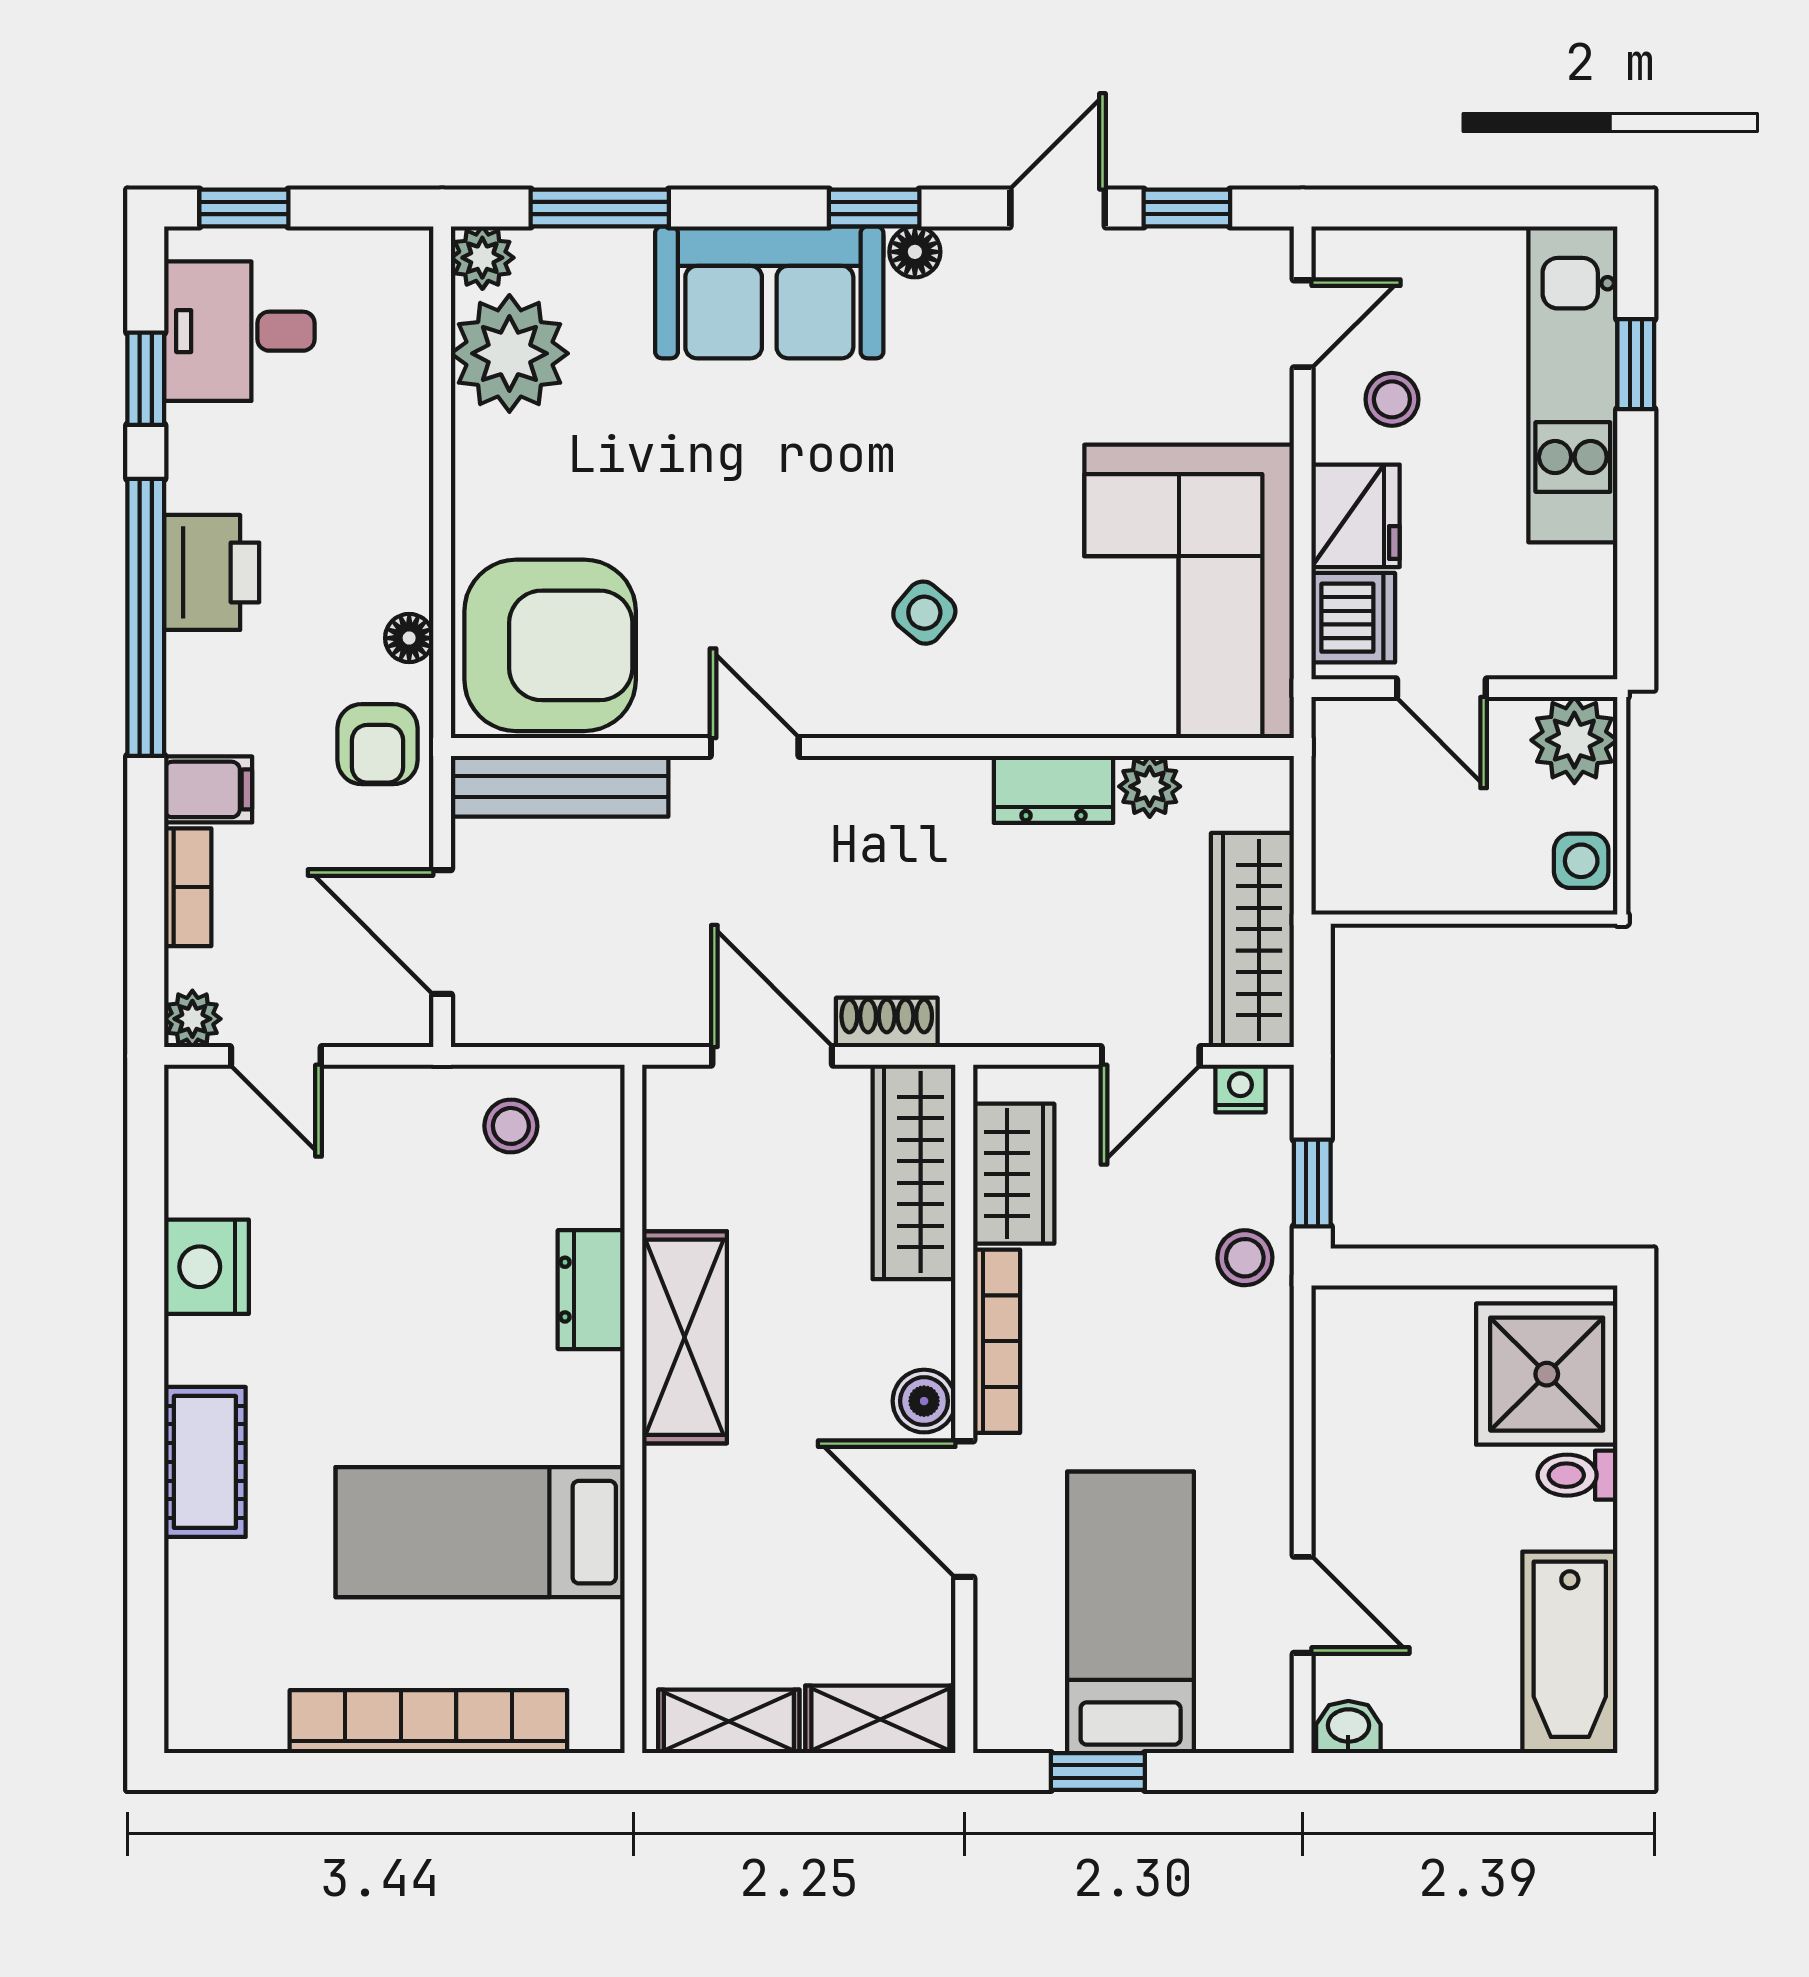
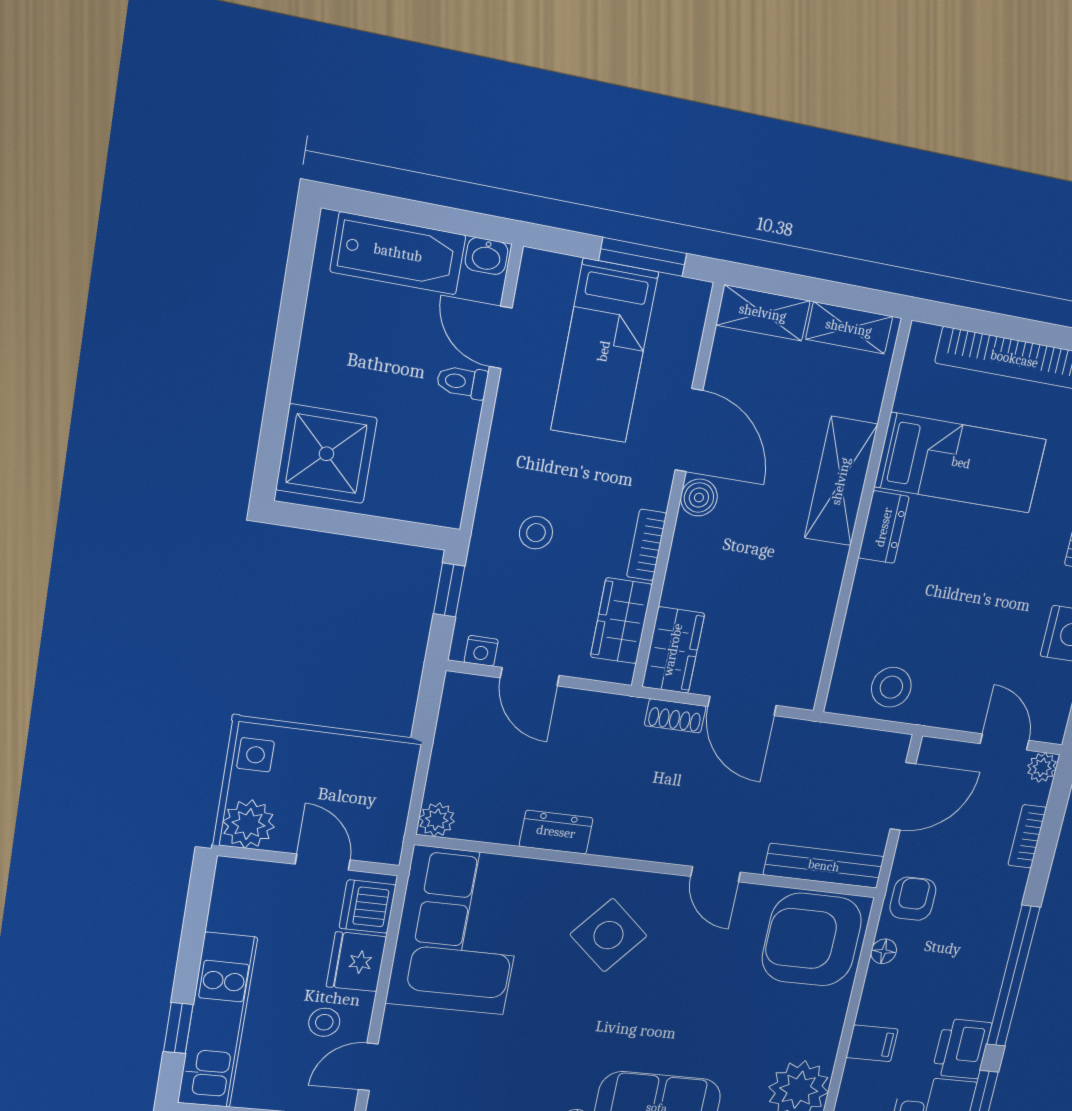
printer: (212, 572) -> (962, 1049), moved
side table: (924, 613) -> (608, 935), width x1.87, depth x1.87
plant: (1150, 786) -> (437, 820), moved
filing cabinet: (208, 789) -> (872, 1043), moved, turned 180
door: (442, 932) -> (903, 796), hinge flipped
wardrobe: (1252, 940) -> (459, 734), removed
door: (1151, 1056) -> (530, 677), swing flipped
stool: (511, 1126) -> (891, 687), width x1.37, depth x1.37
wardrobe: (914, 1172) -> (673, 650), width x0.67
stool: (1245, 1258) -> (536, 533), moved
dresser: (591, 1290) -> (884, 527), moved
shelving: (685, 1337) -> (841, 481), moved
bookcase: (997, 1341) -> (647, 545), width x0.64
toilet: (1577, 1475) -> (462, 382), moved, turned 180
bathtub: (1570, 1652) -> (398, 253), moved, turned 90
window: (1098, 1771) -> (643, 257), width x1.50

